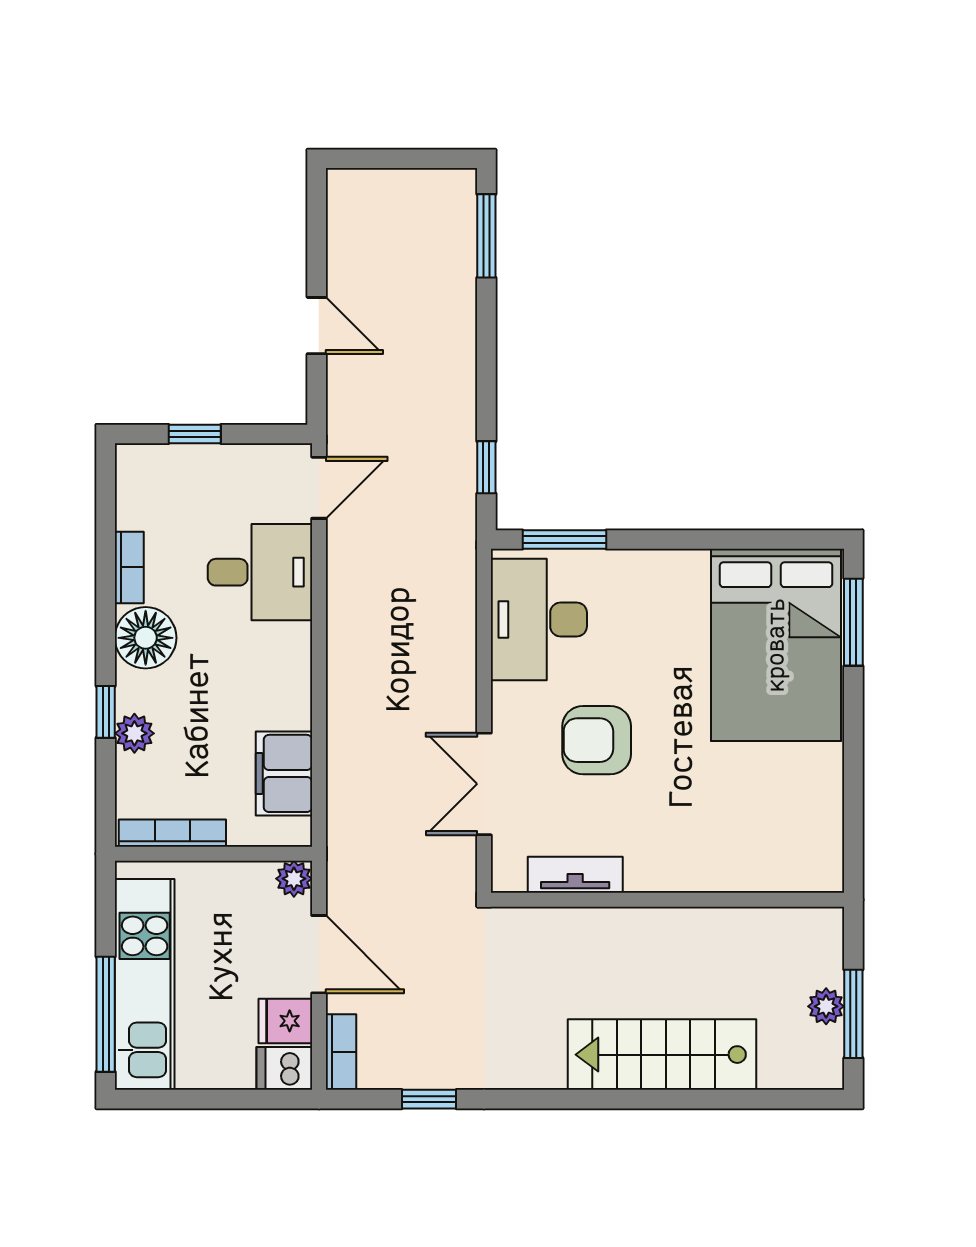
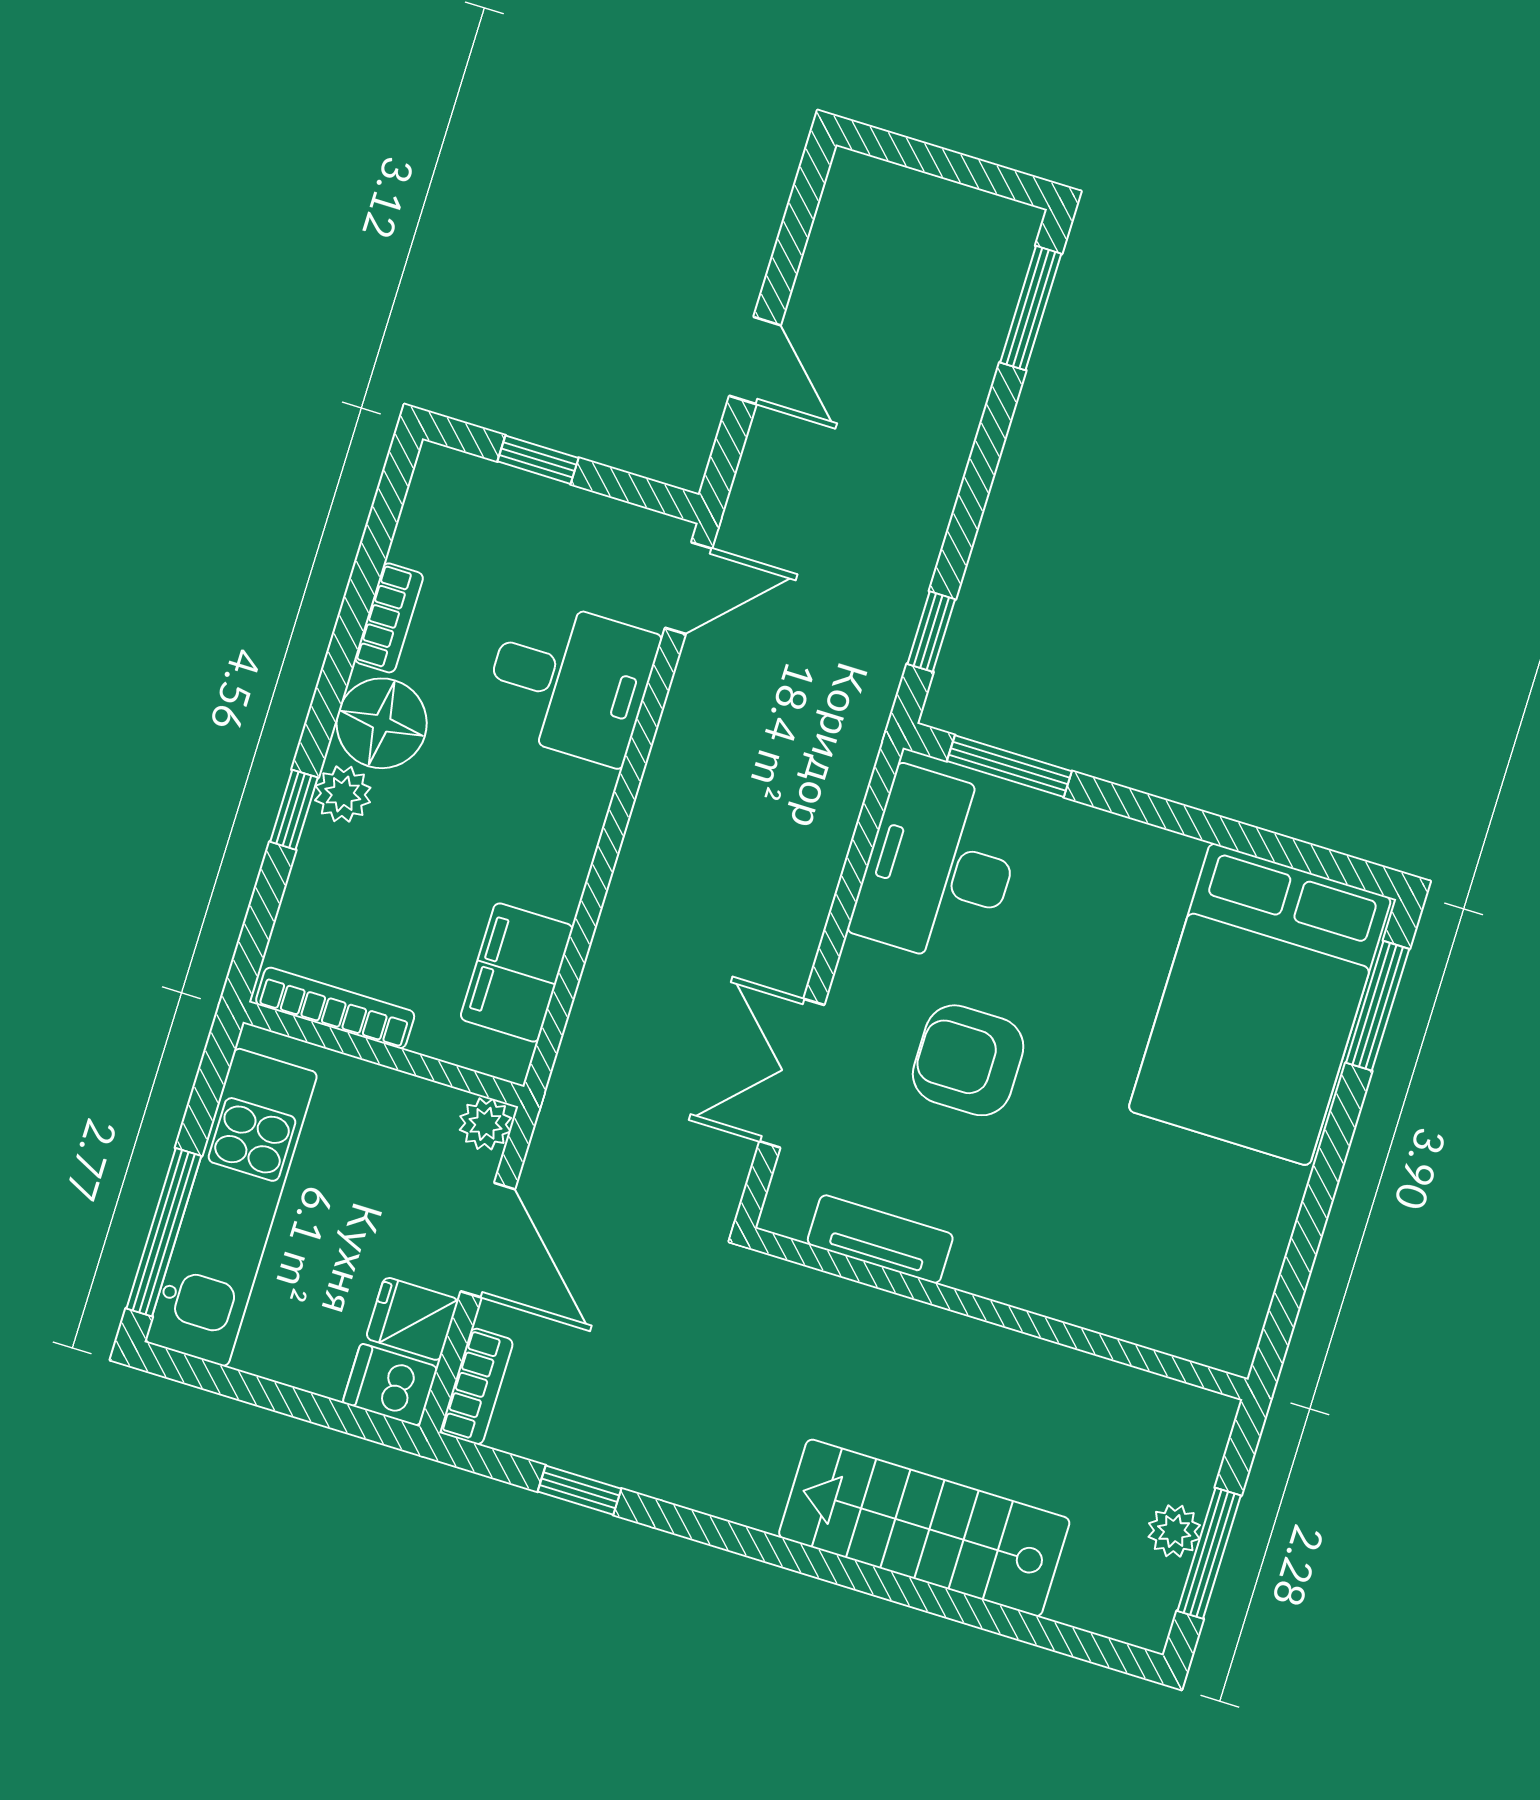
plant: (134, 733) -> (343, 794), moved

